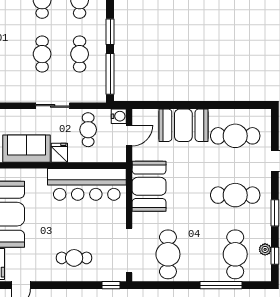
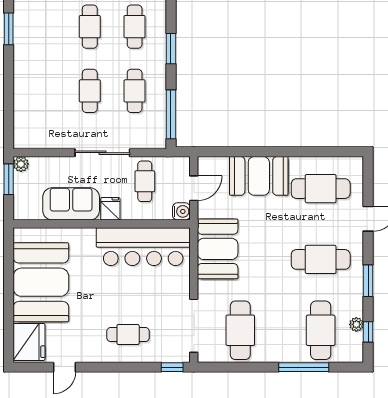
window: (110, 32) -> (171, 49), moved
sliding door: (53, 106) -> (102, 153), width x1.37
water cooler: (119, 116) -> (181, 211), moved

